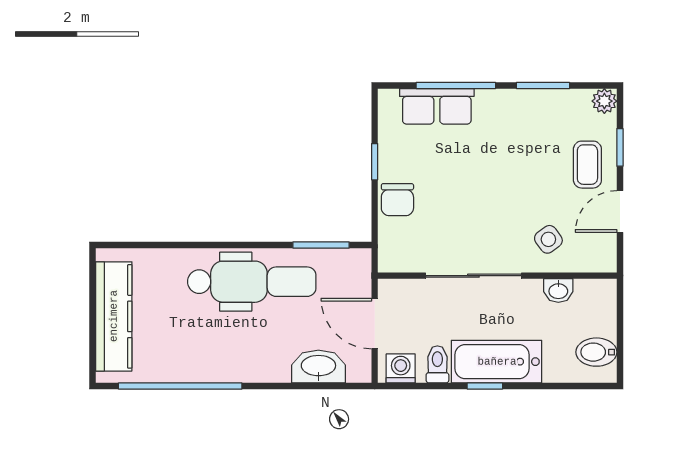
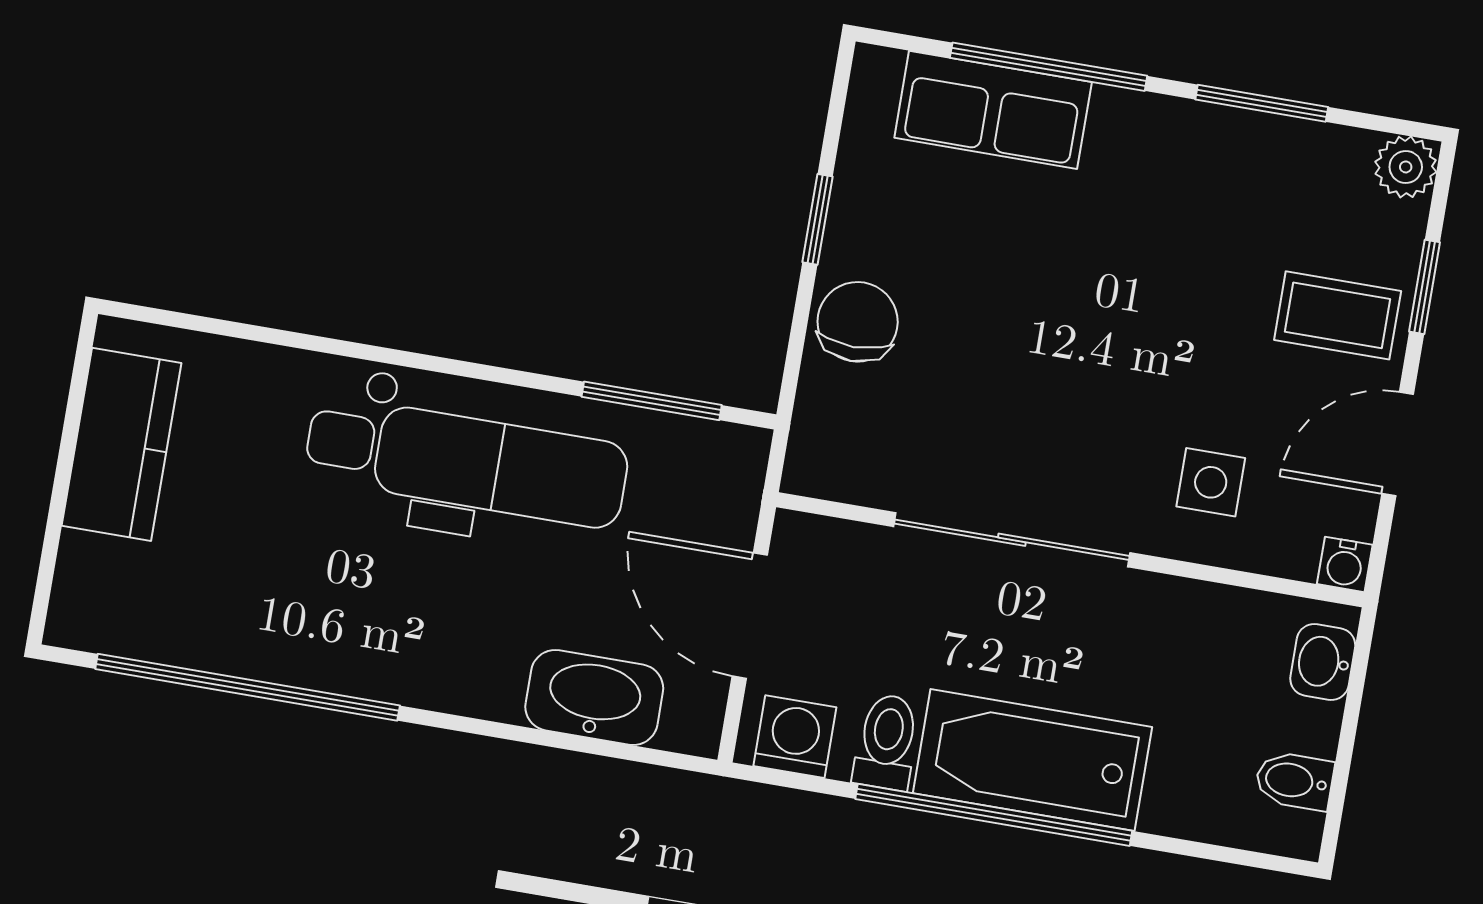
coffee table: (587, 165) -> (1338, 315), turned 90
chair: (397, 200) -> (858, 322), turned 180
side table: (548, 239) -> (1211, 482), turned 36
water cooler: (607, 263) -> (1345, 564), added
washbasin: (558, 291) -> (1323, 662), moved, turned 90
kitchen counter: (114, 316) -> (122, 444), width x0.67
bidet: (596, 352) -> (1294, 781), width x0.72, depth x0.74
window: (485, 386) -> (994, 815), width x3.17

